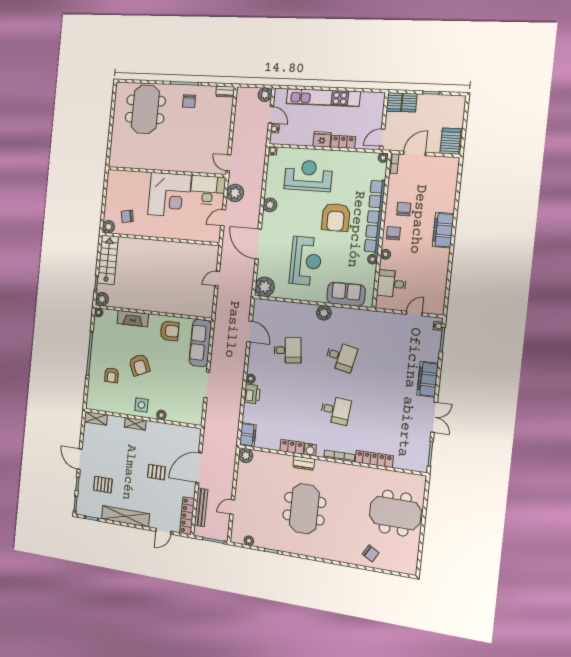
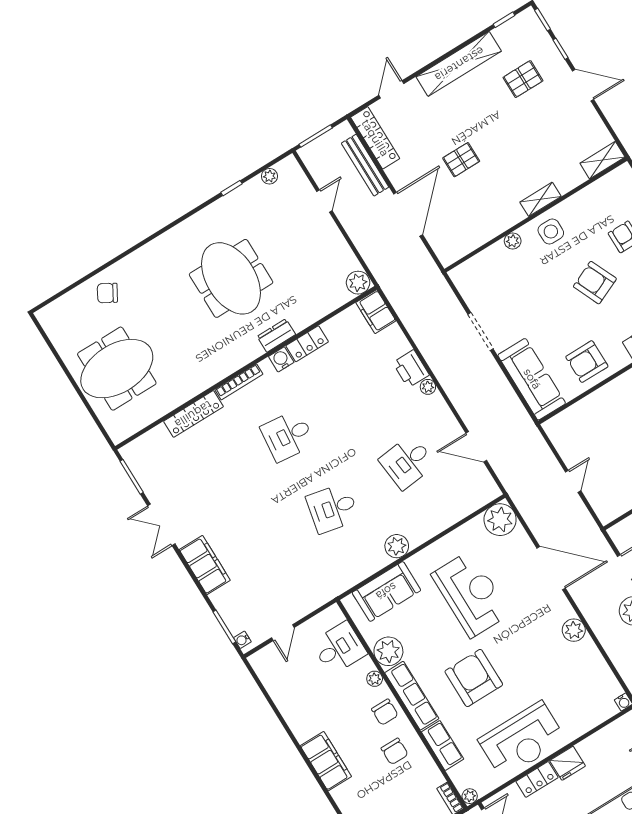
reception desk: (308, 176) -> (522, 740), moved
plant: (373, 259) -> (388, 651), width x1.88, depth x1.88
reception desk: (306, 261) -> (471, 594), turned 180

